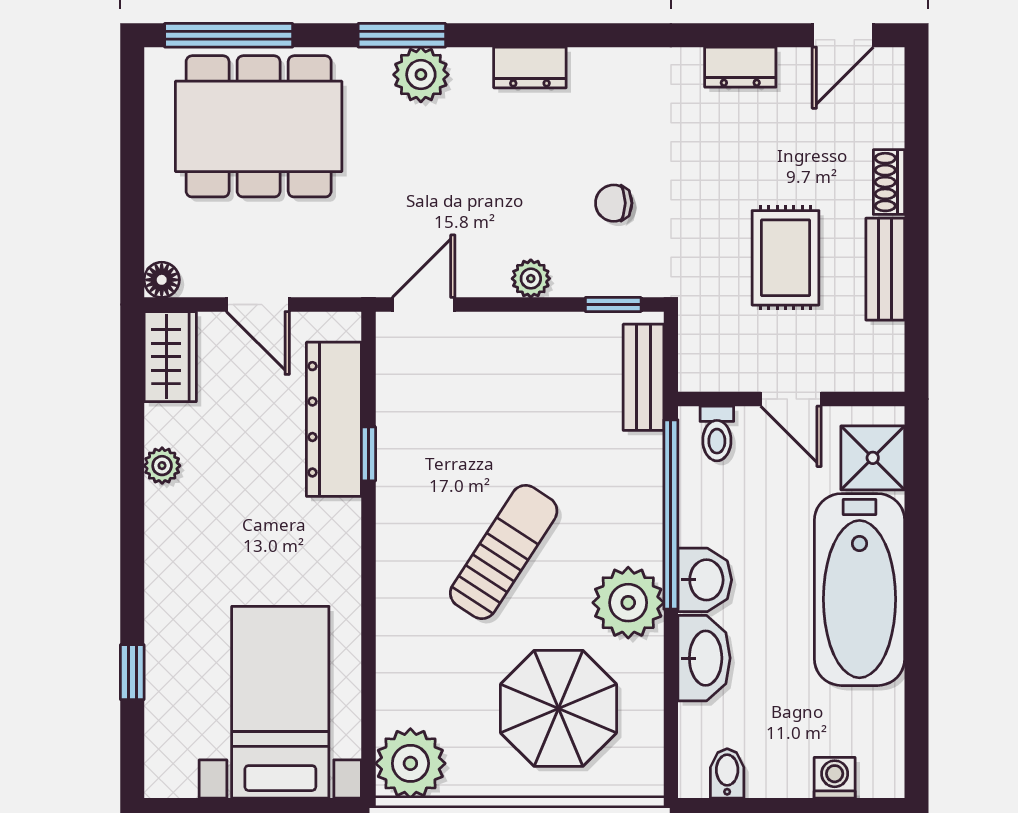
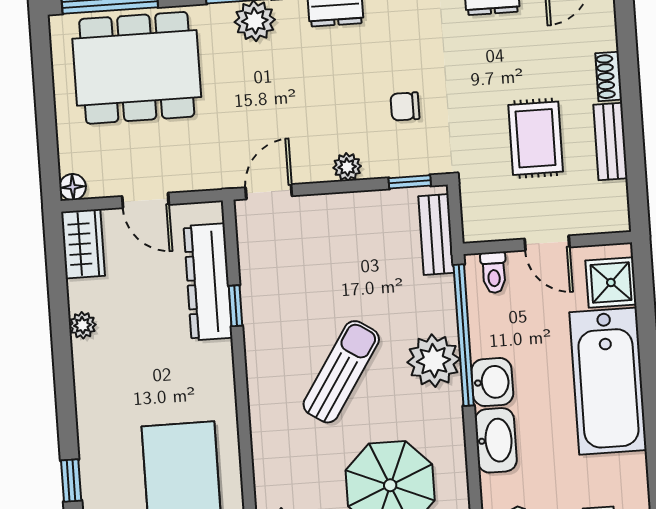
plant: (628, 603) -> (434, 361), moved

